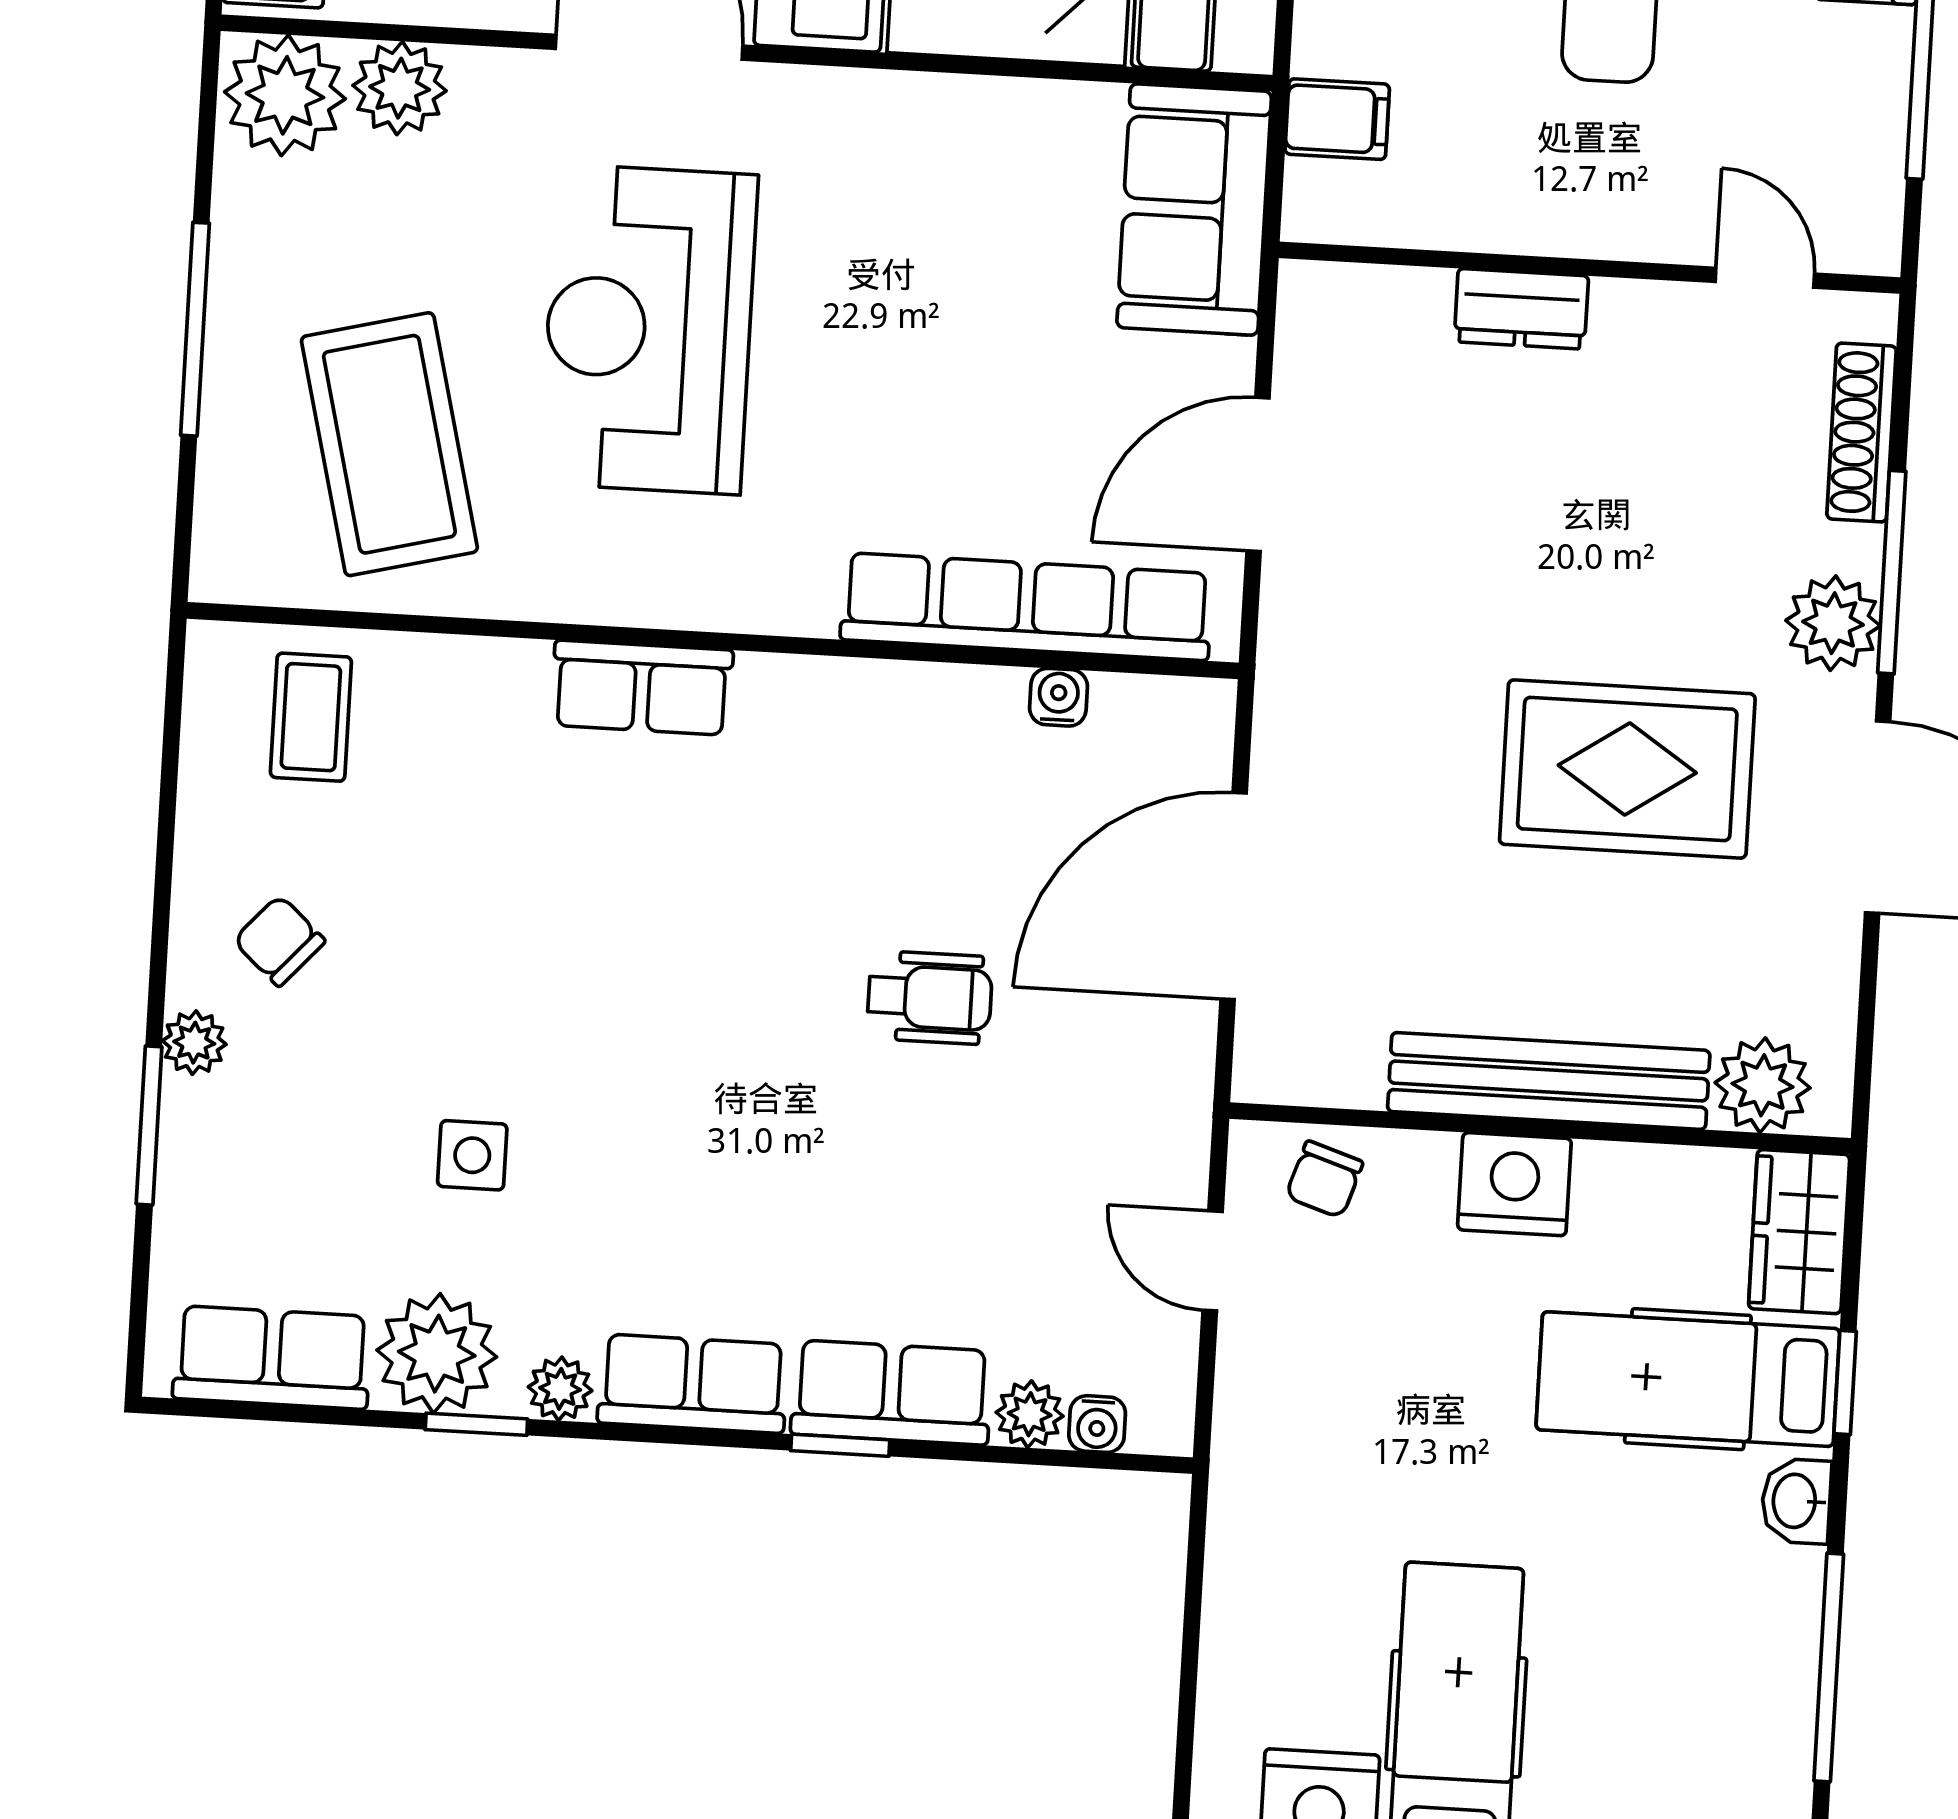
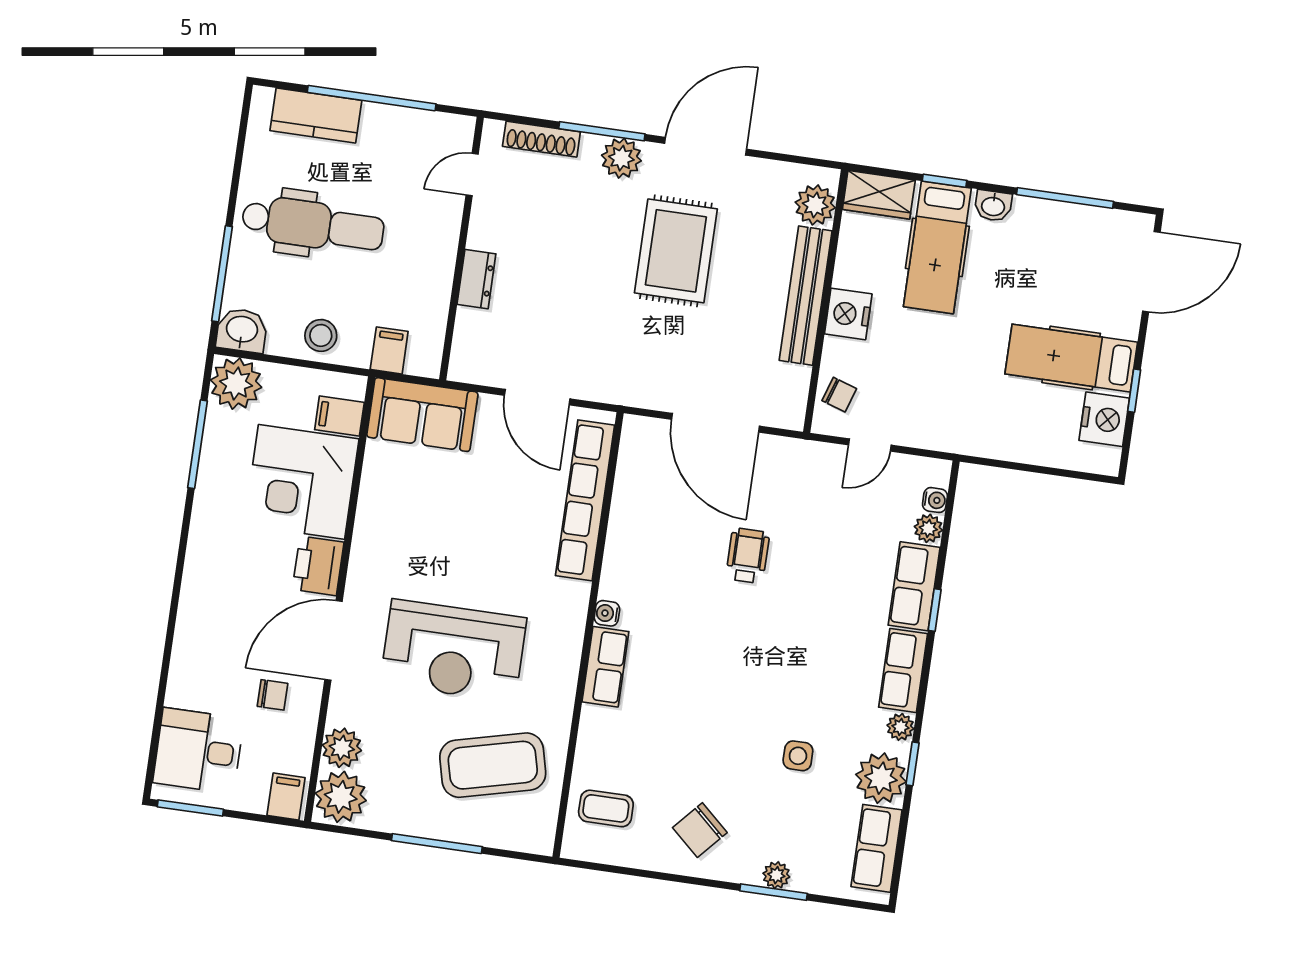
water cooler: (1058, 697) -> (607, 613), moved
chair: (279, 941) -> (700, 830), width x1.37, depth x1.37
plant: (194, 1043) -> (776, 875), moved

